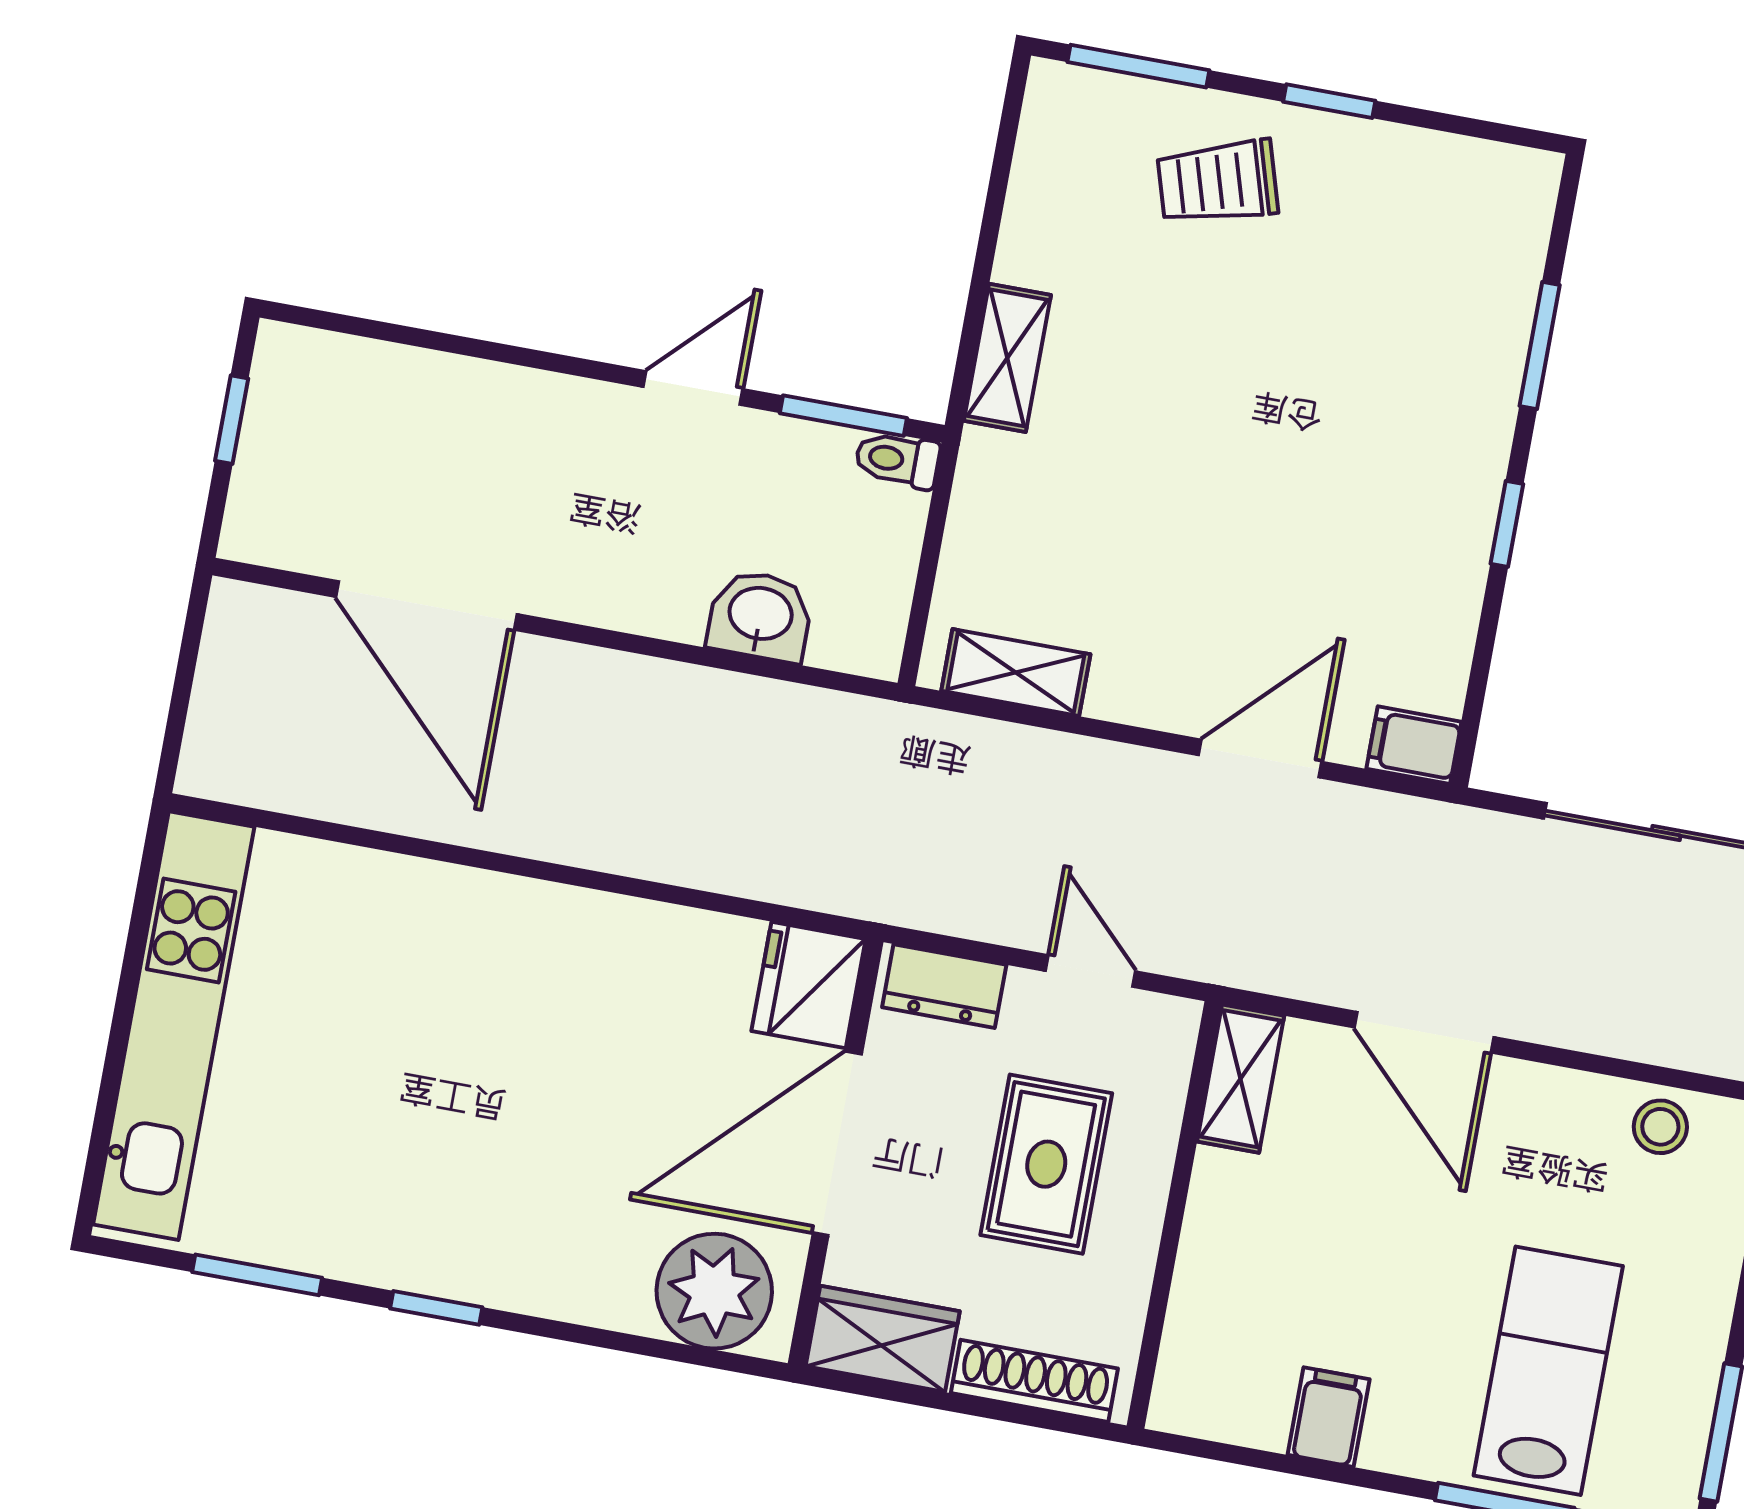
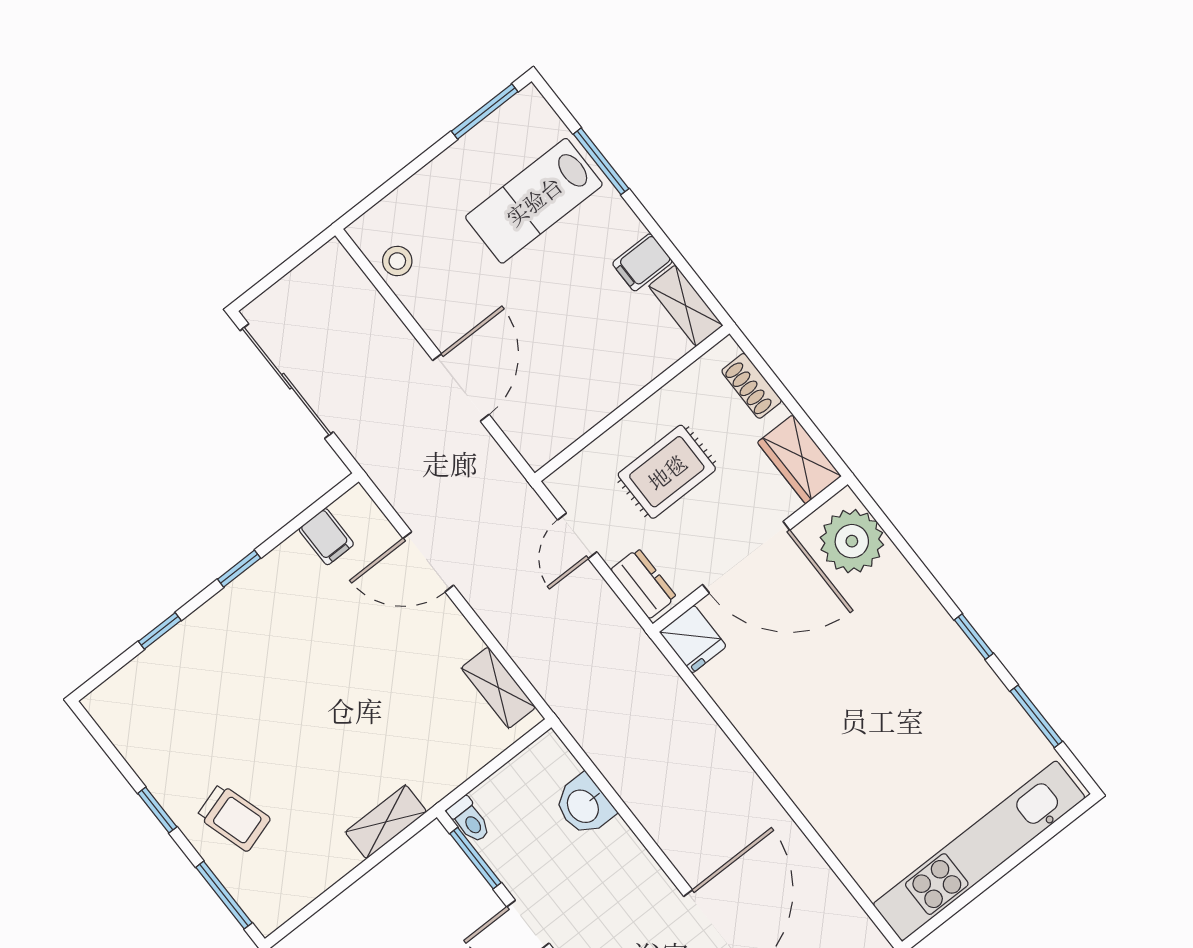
window: (1540, 346) -> (160, 631), width x0.67
filing cabinet: (1414, 745) -> (326, 537), moved
fridge: (809, 985) -> (693, 639), width x0.72
shelving: (1241, 1079) -> (686, 306), moved, turned 90
shoe rack: (1034, 1381) -> (752, 386), width x0.70

